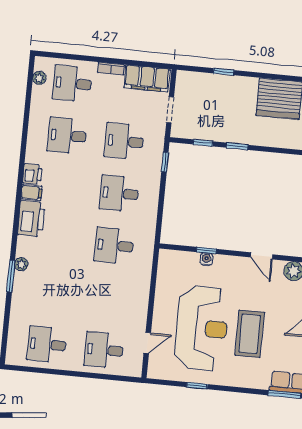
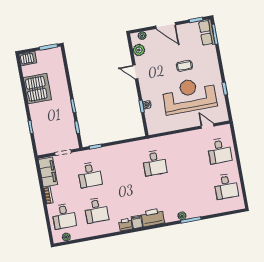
desk: (119, 193) -> (122, 169), removed
door: (262, 256) -> (135, 72), swing flipped
coffee table: (250, 334) -> (184, 66), width x0.54, depth x0.58

